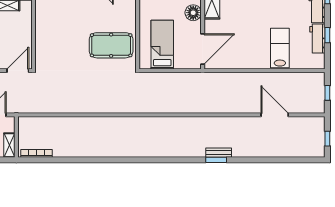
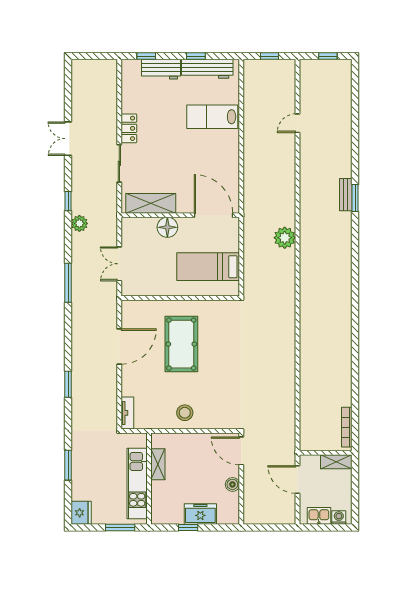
stool: (48, 26) -> (185, 413), added
workbench: (317, 39) -> (207, 69), width x1.37
pool table: (111, 45) -> (181, 344), moved
plant: (185, 105) -> (285, 238), added
door: (275, 115) -> (298, 123), width x0.53

